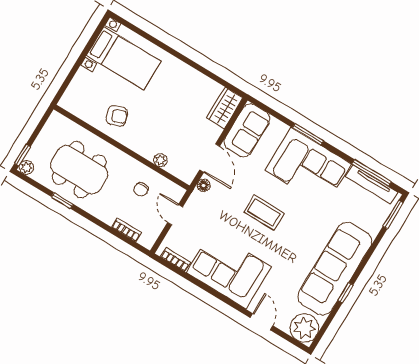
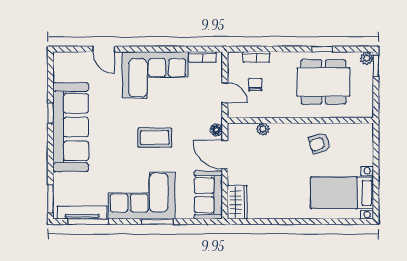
chair: (141, 189) -> (255, 85), moved
plant: (304, 328) -> (66, 65), removed

